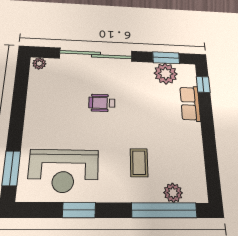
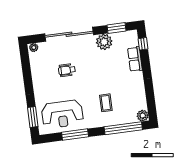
plant: (166, 74) -> (104, 42), moved
wheelchair: (102, 103) -> (67, 70), moved
plant: (173, 193) -> (143, 116), moved
window: (79, 210) -> (75, 135), width x1.44

